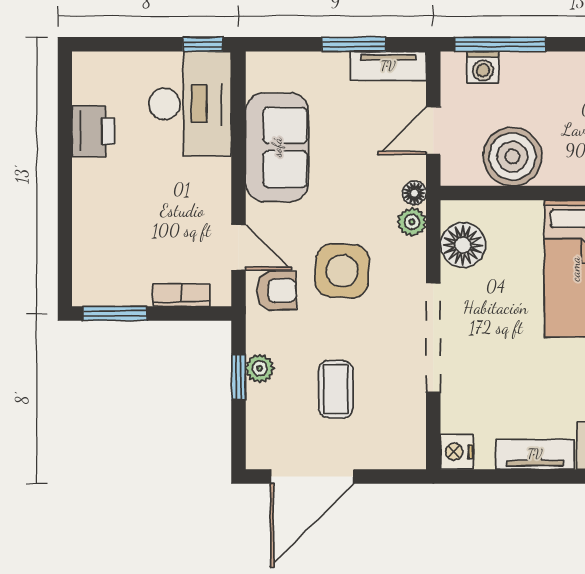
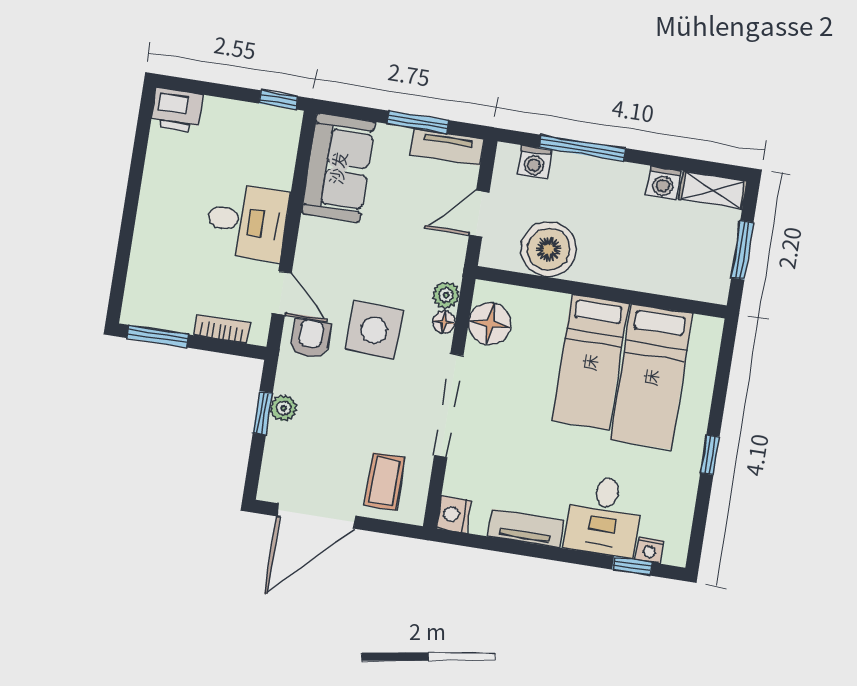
window: (500, 44) -> (582, 148), moved
desk: (190, 104) -> (247, 221), moved, width x0.73
printer: (93, 131) -> (177, 110), moved, turned 90
sofa: (277, 147) -> (338, 168), moved
floor lamp: (414, 193) -> (444, 322), moved
armchair: (277, 291) -> (311, 339), turned -90
coffee table: (336, 389) -> (385, 481), moved

